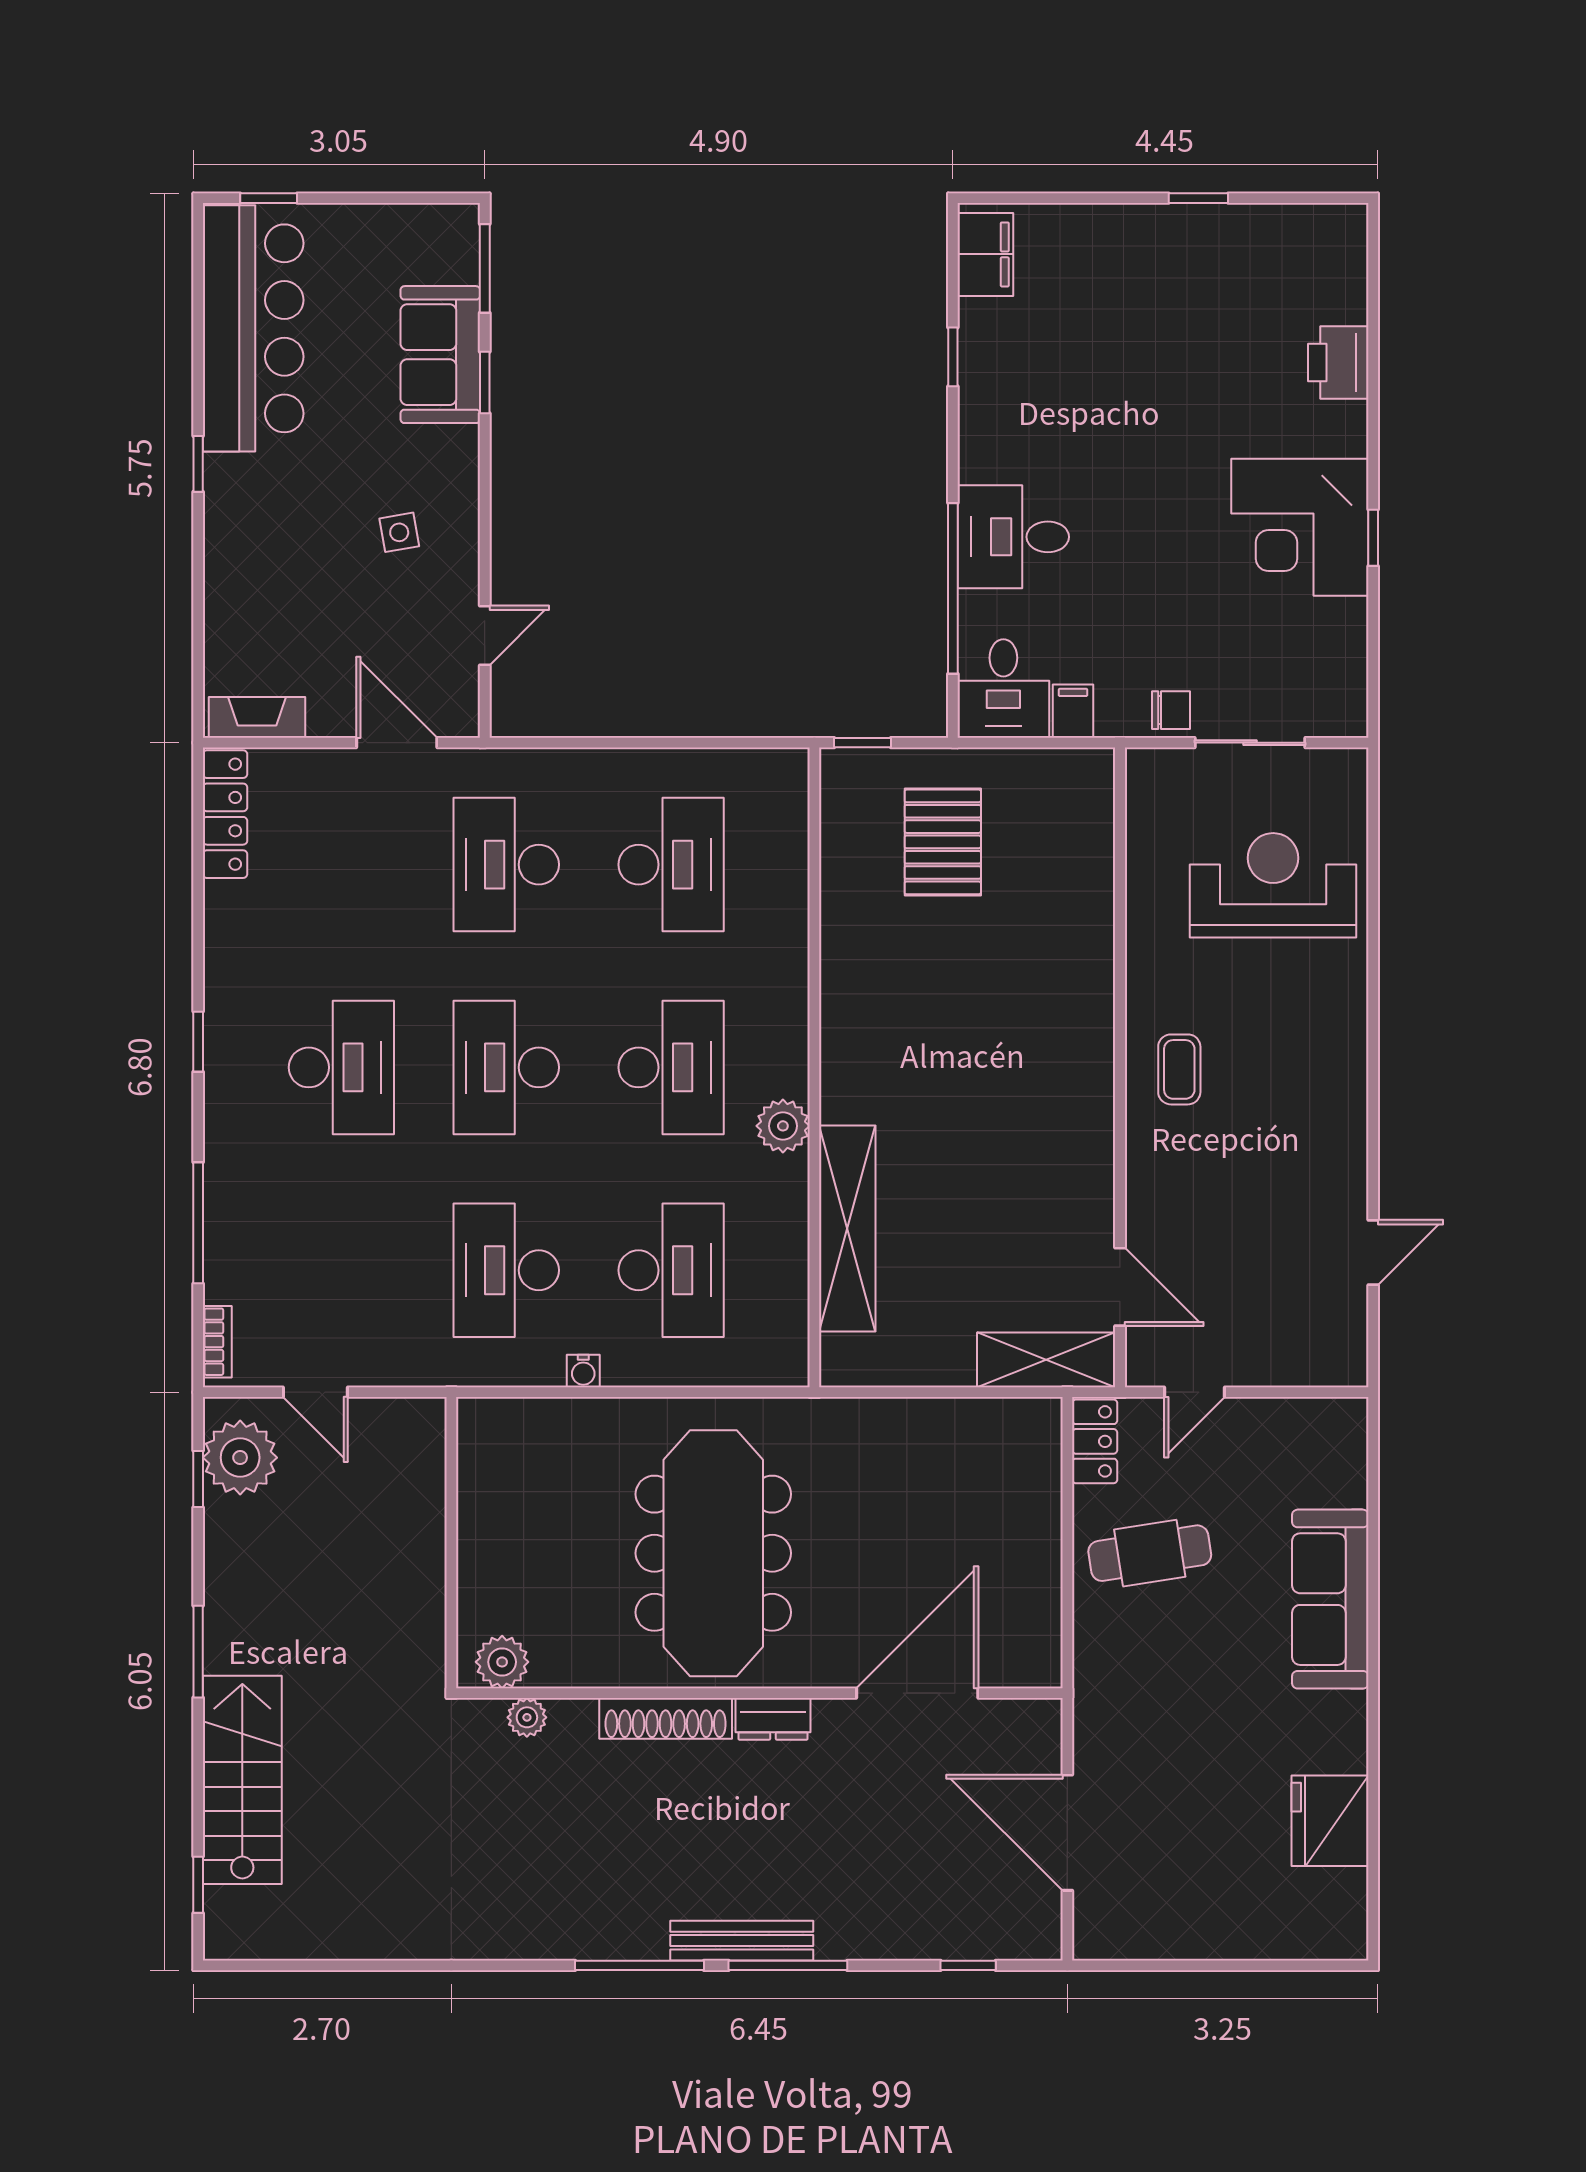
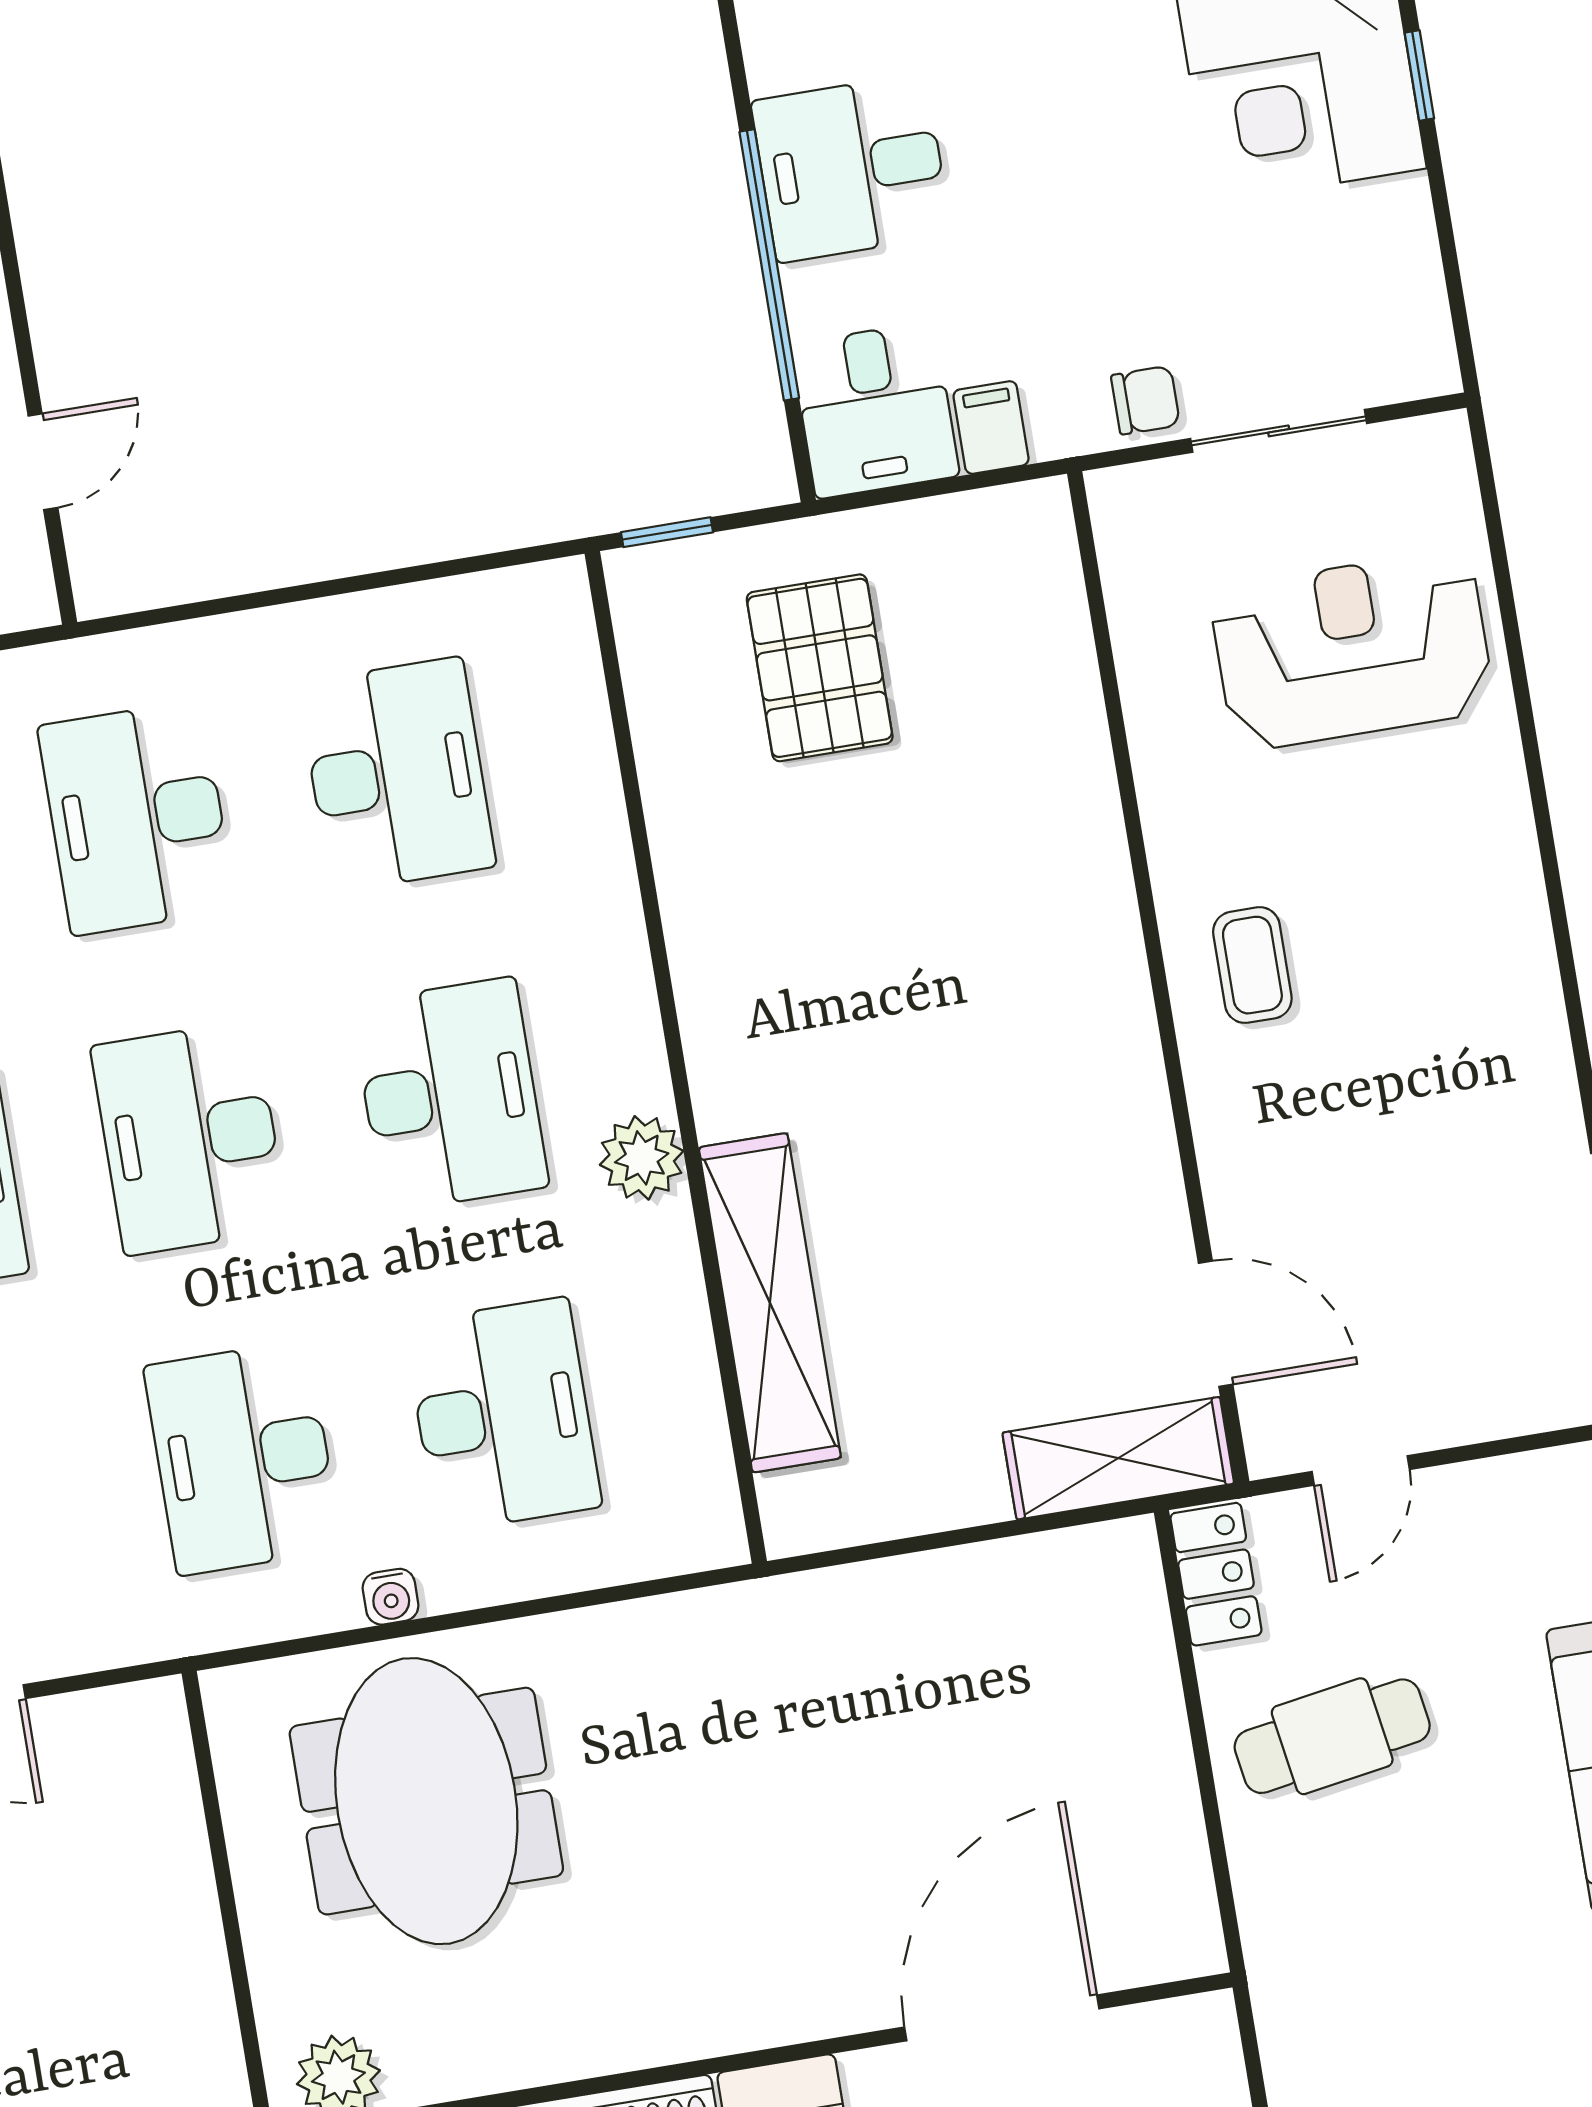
meeting table: (713, 1553) -> (426, 1801), moved, width x0.73

